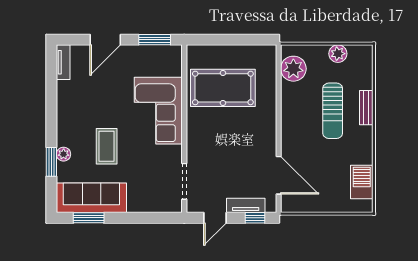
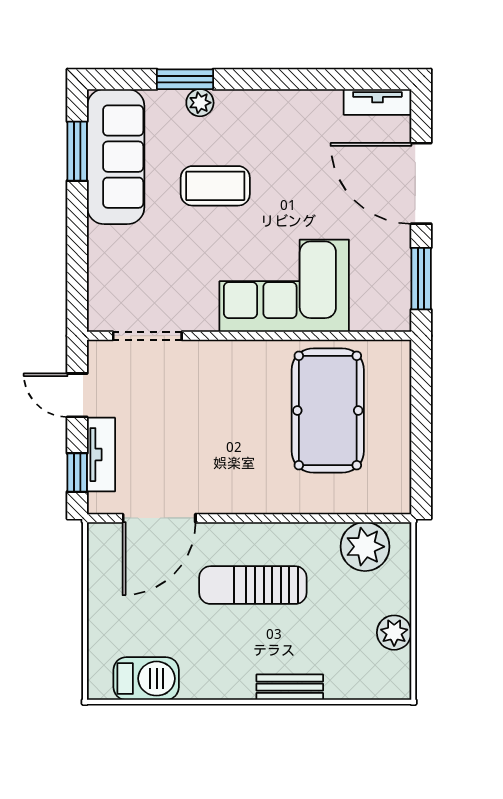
door: (105, 40) -> (421, 183), width x1.36
sun lounger: (333, 111) -> (253, 585), moved

